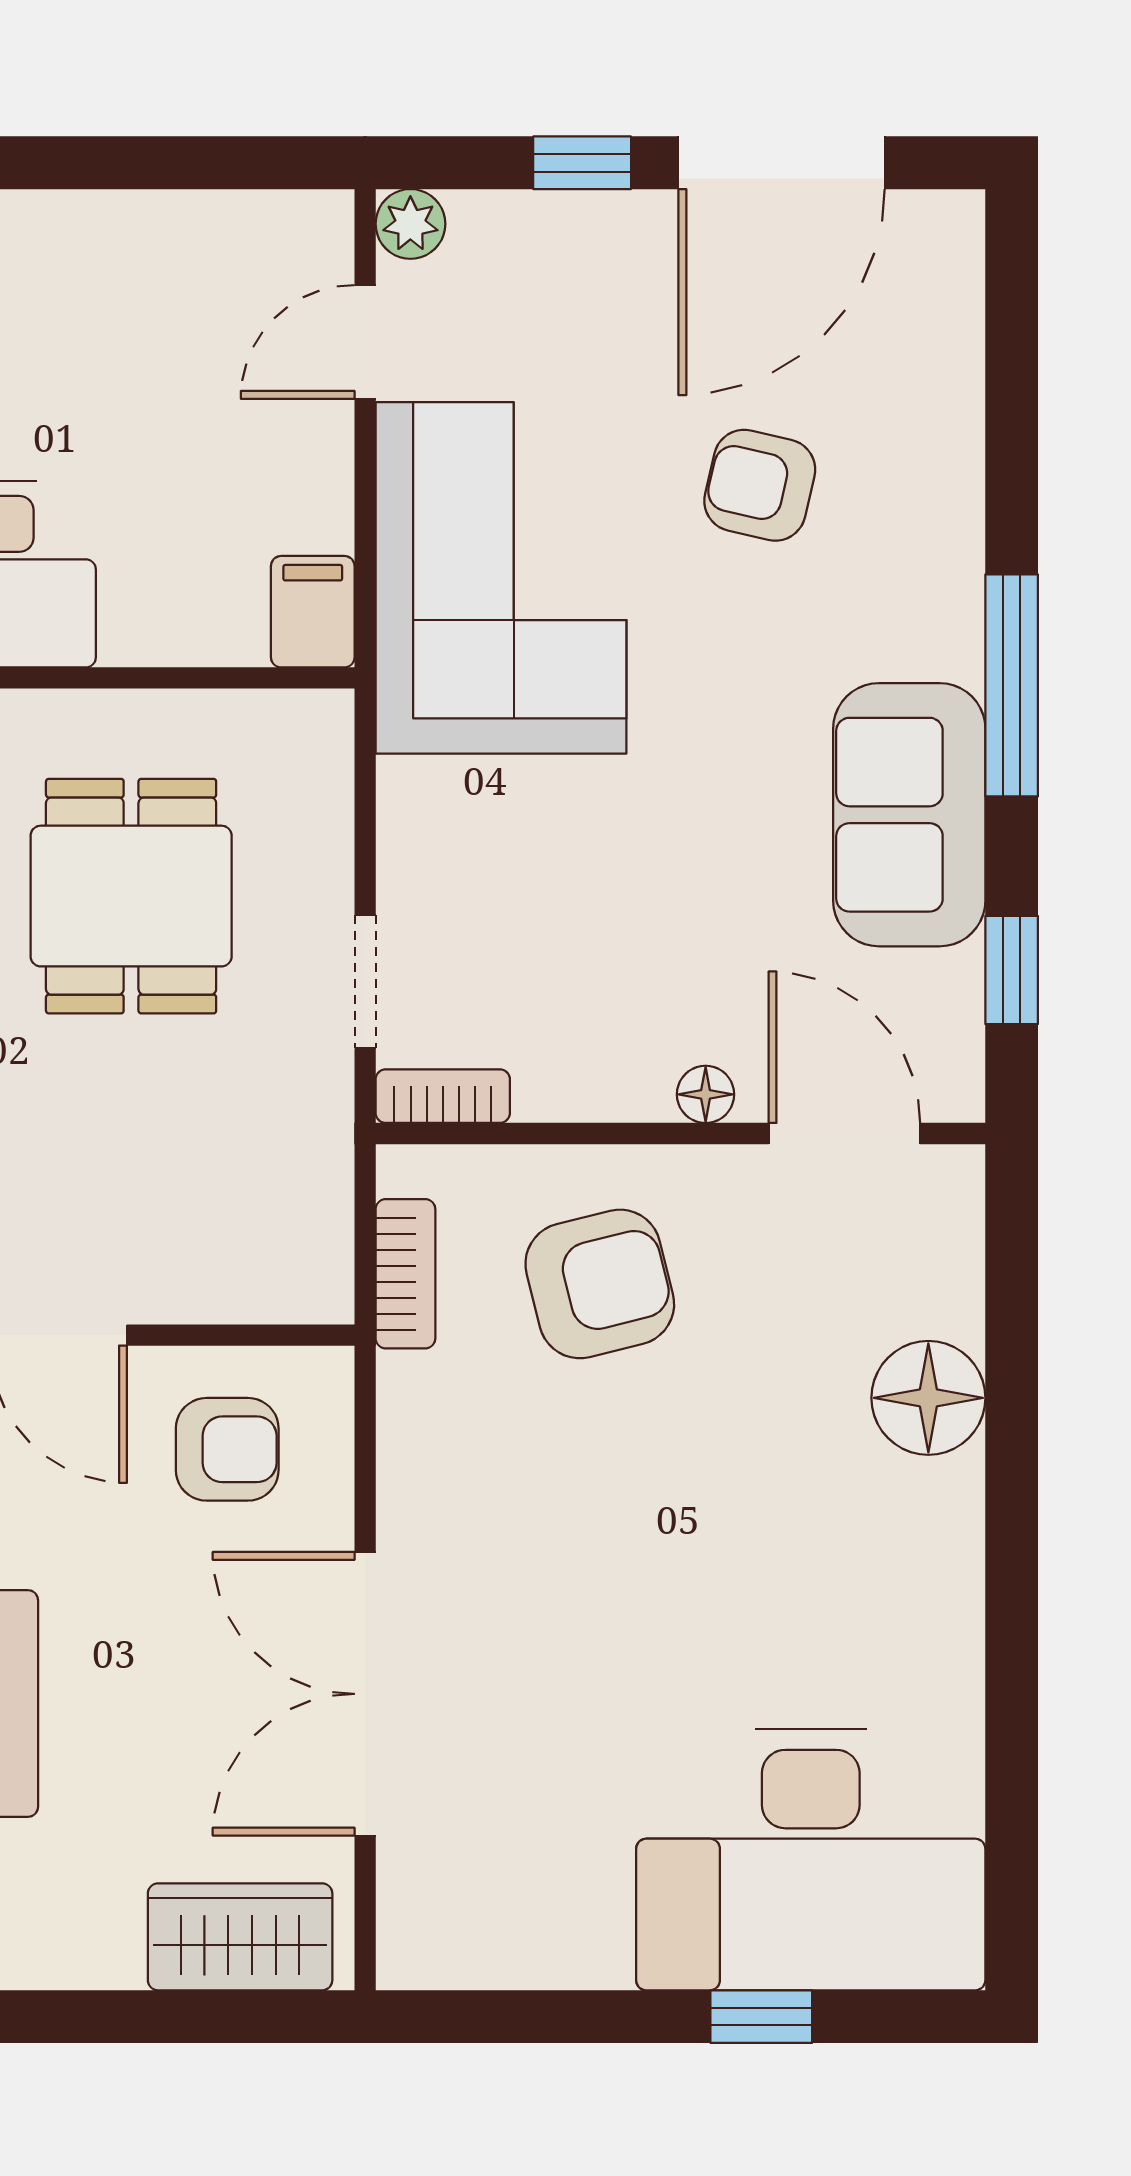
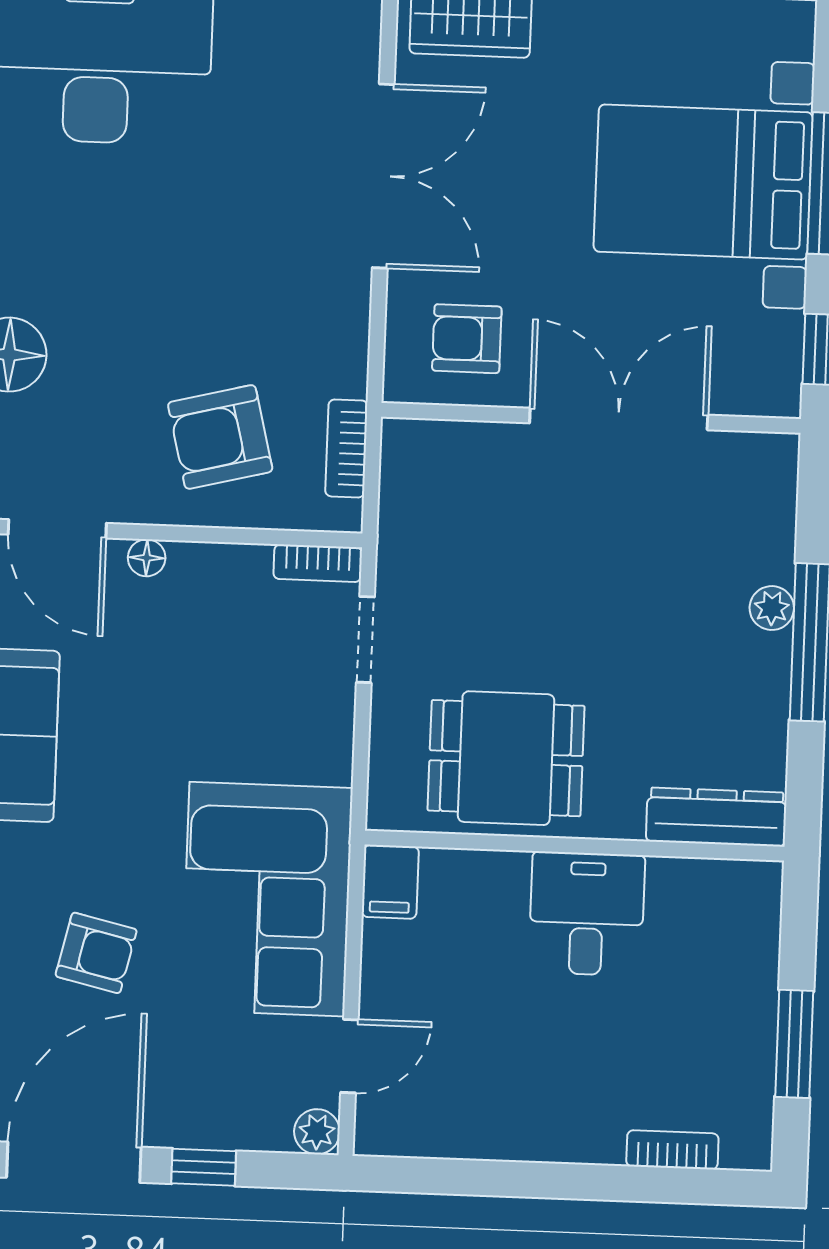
dining table: (131, 896) -> (506, 758), moved, turned 90

